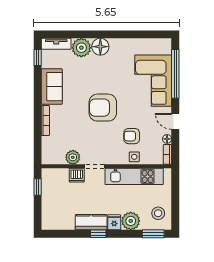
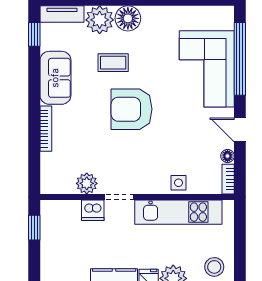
coffee table: (90, 76) -> (113, 63), added
armchair: (132, 136) -> (175, 152), removed

